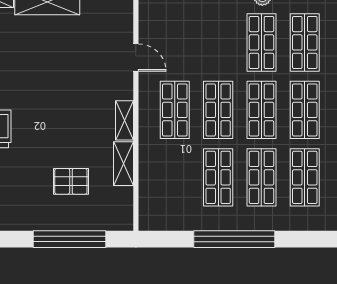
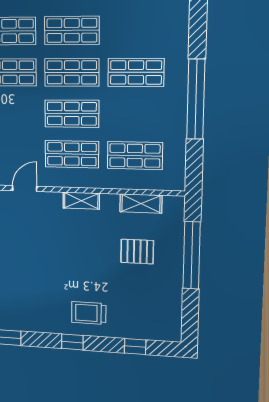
shelving: (124, 164) -> (141, 204), moved
shop shelf: (218, 177) -> (135, 156), moved
shop shelf: (305, 177) -> (137, 30), removed
pallet: (71, 181) -> (137, 252), turned 90

